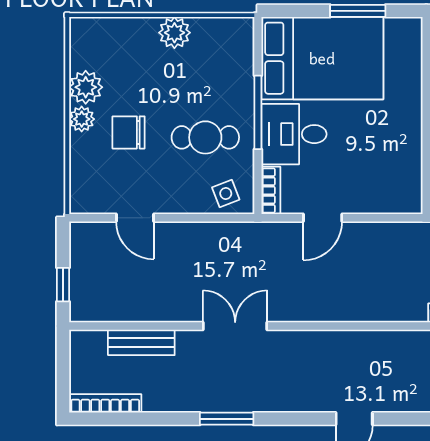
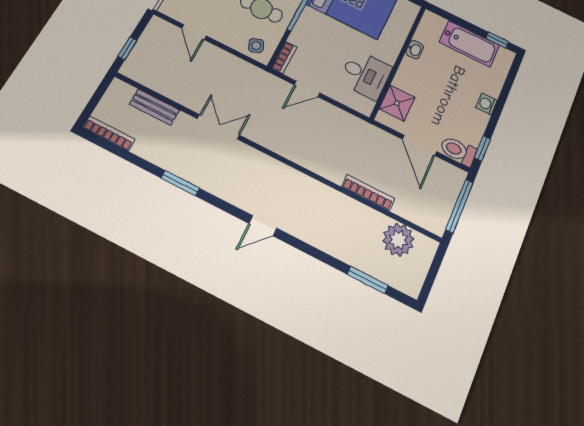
desk: (294, 134) -> (365, 74), moved, turned 180

